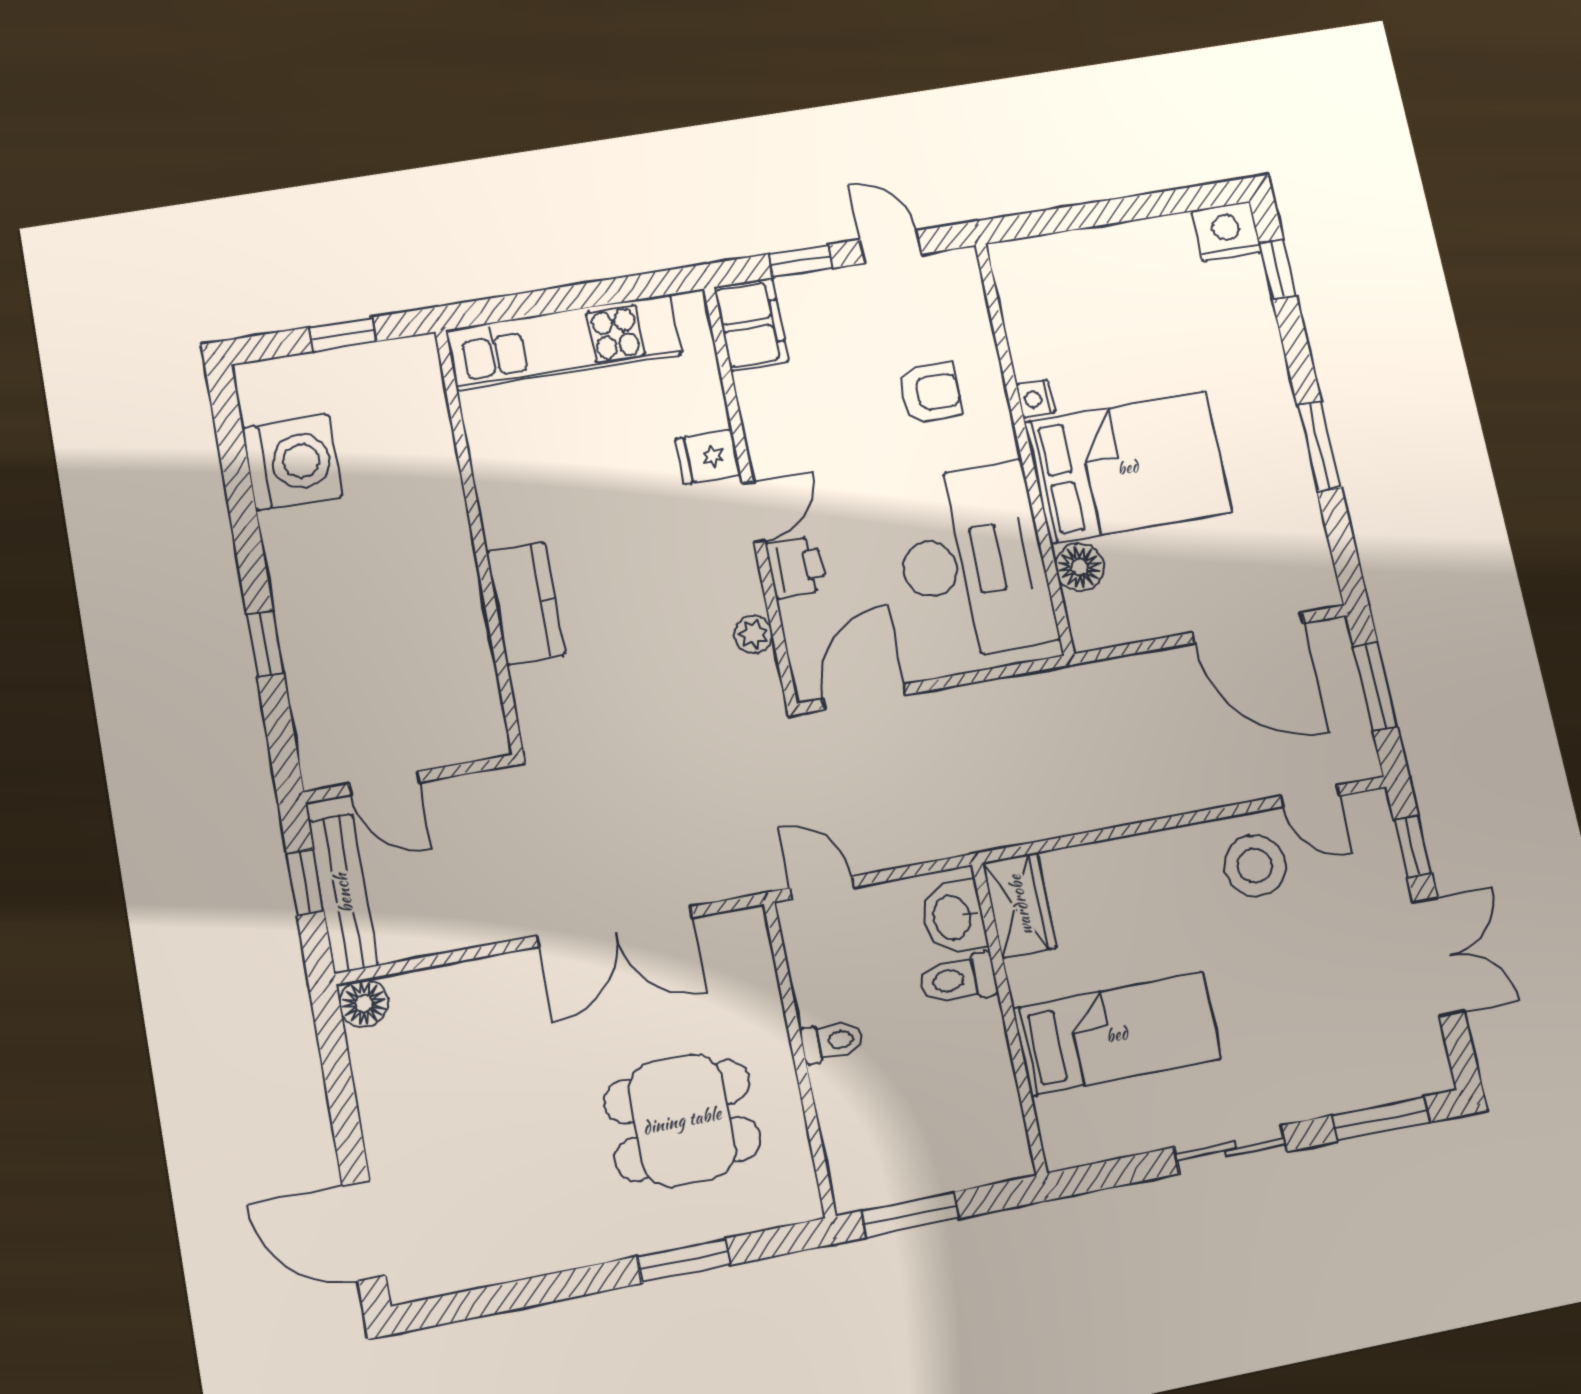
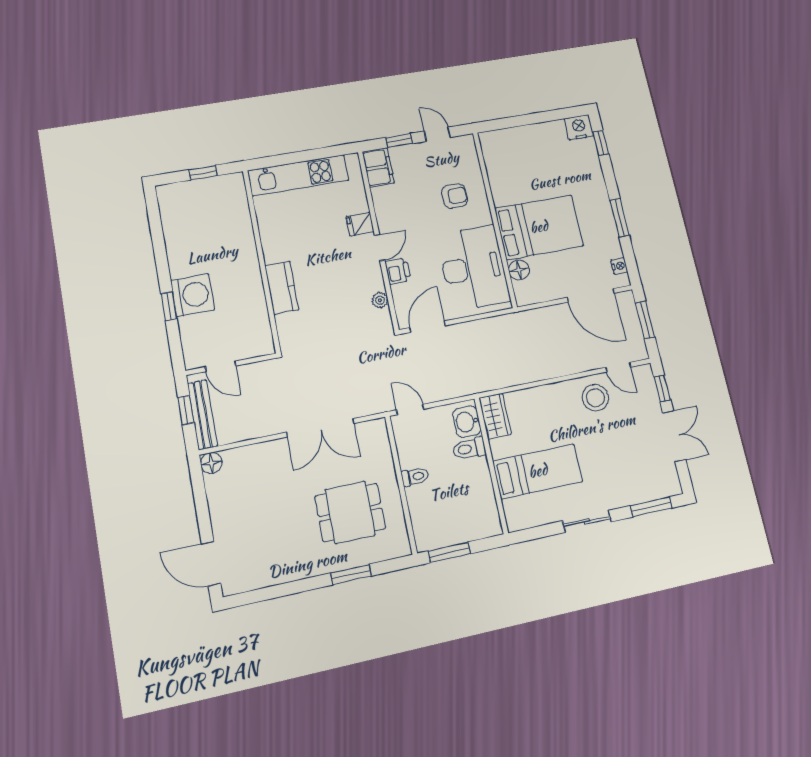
nightstand: (1036, 399) -> (619, 266), moved, turned 180
washing machine: (293, 462) -> (193, 295), moved

